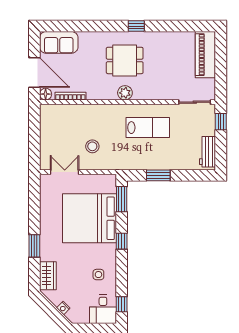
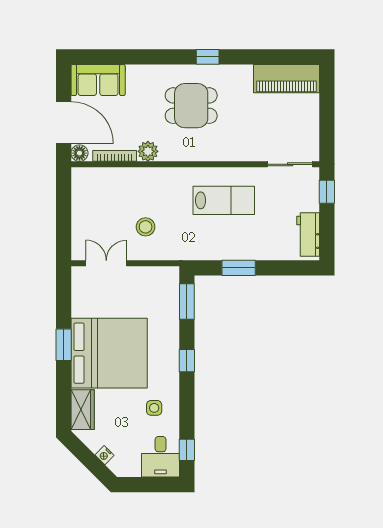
piano: (205, 55) -> (287, 79), moved, turned -90
plant: (125, 93) -> (148, 151), moved
bed: (89, 218) -> (109, 353), moved, turned 180
window: (34, 246) -> (64, 345), moved

